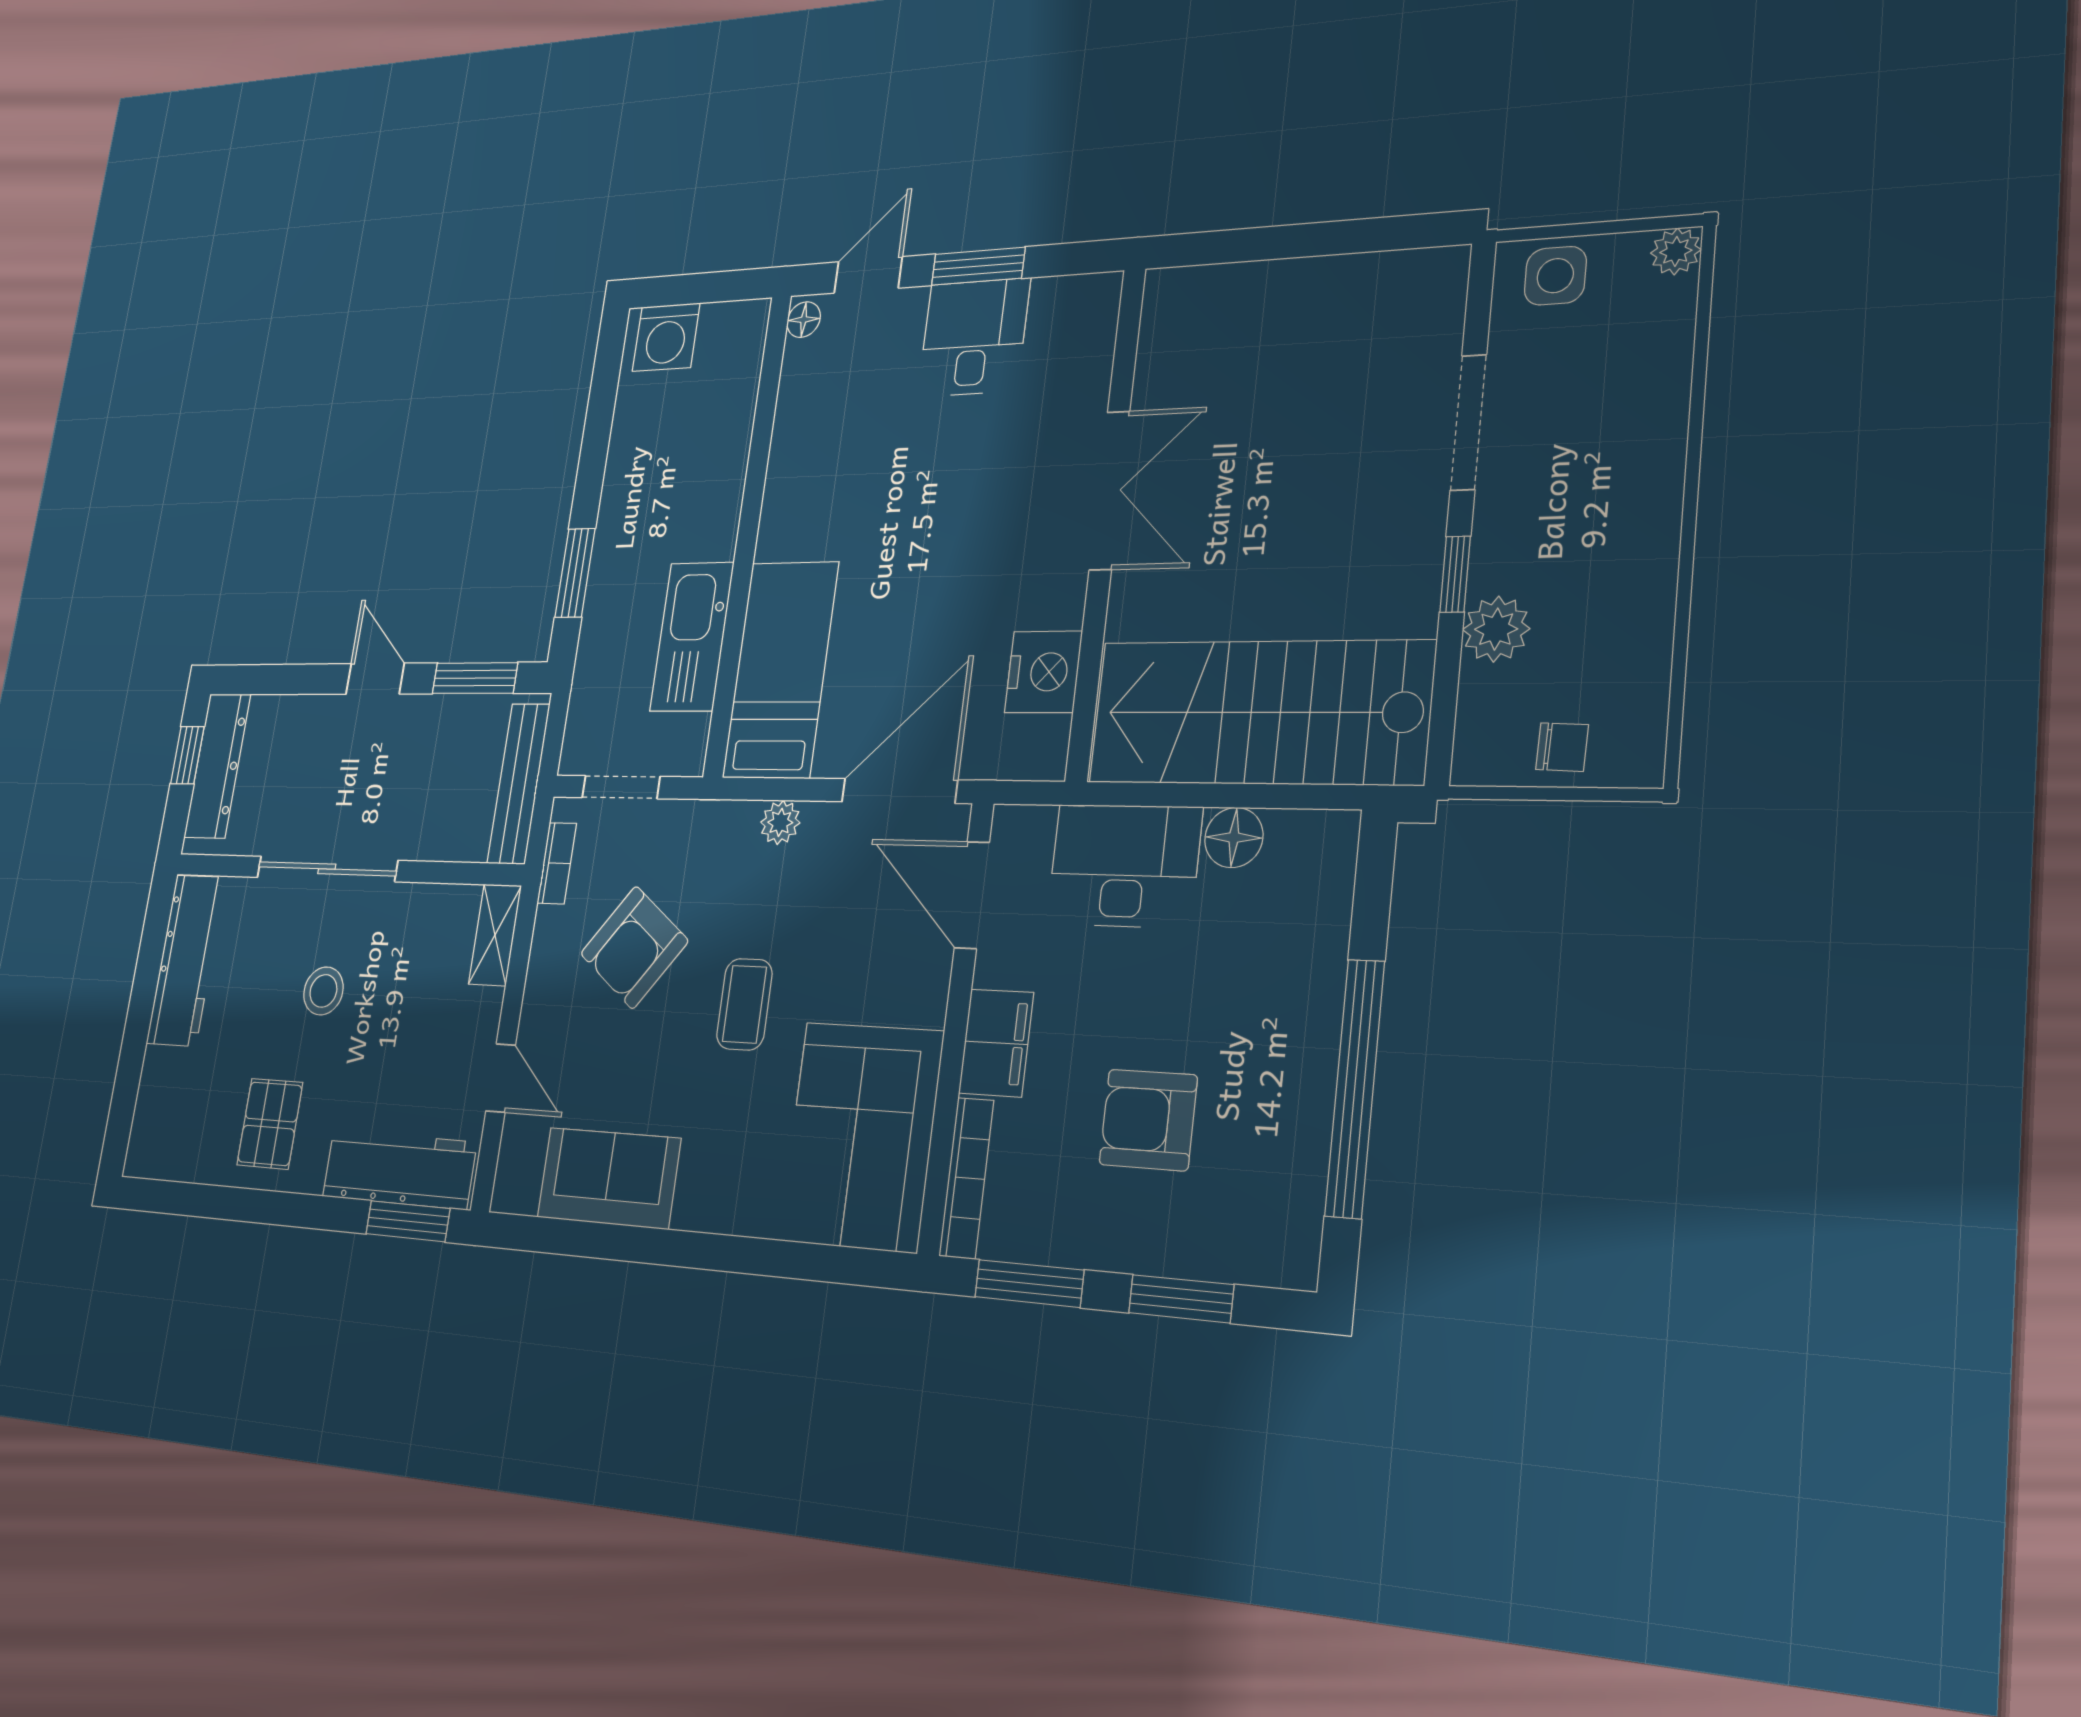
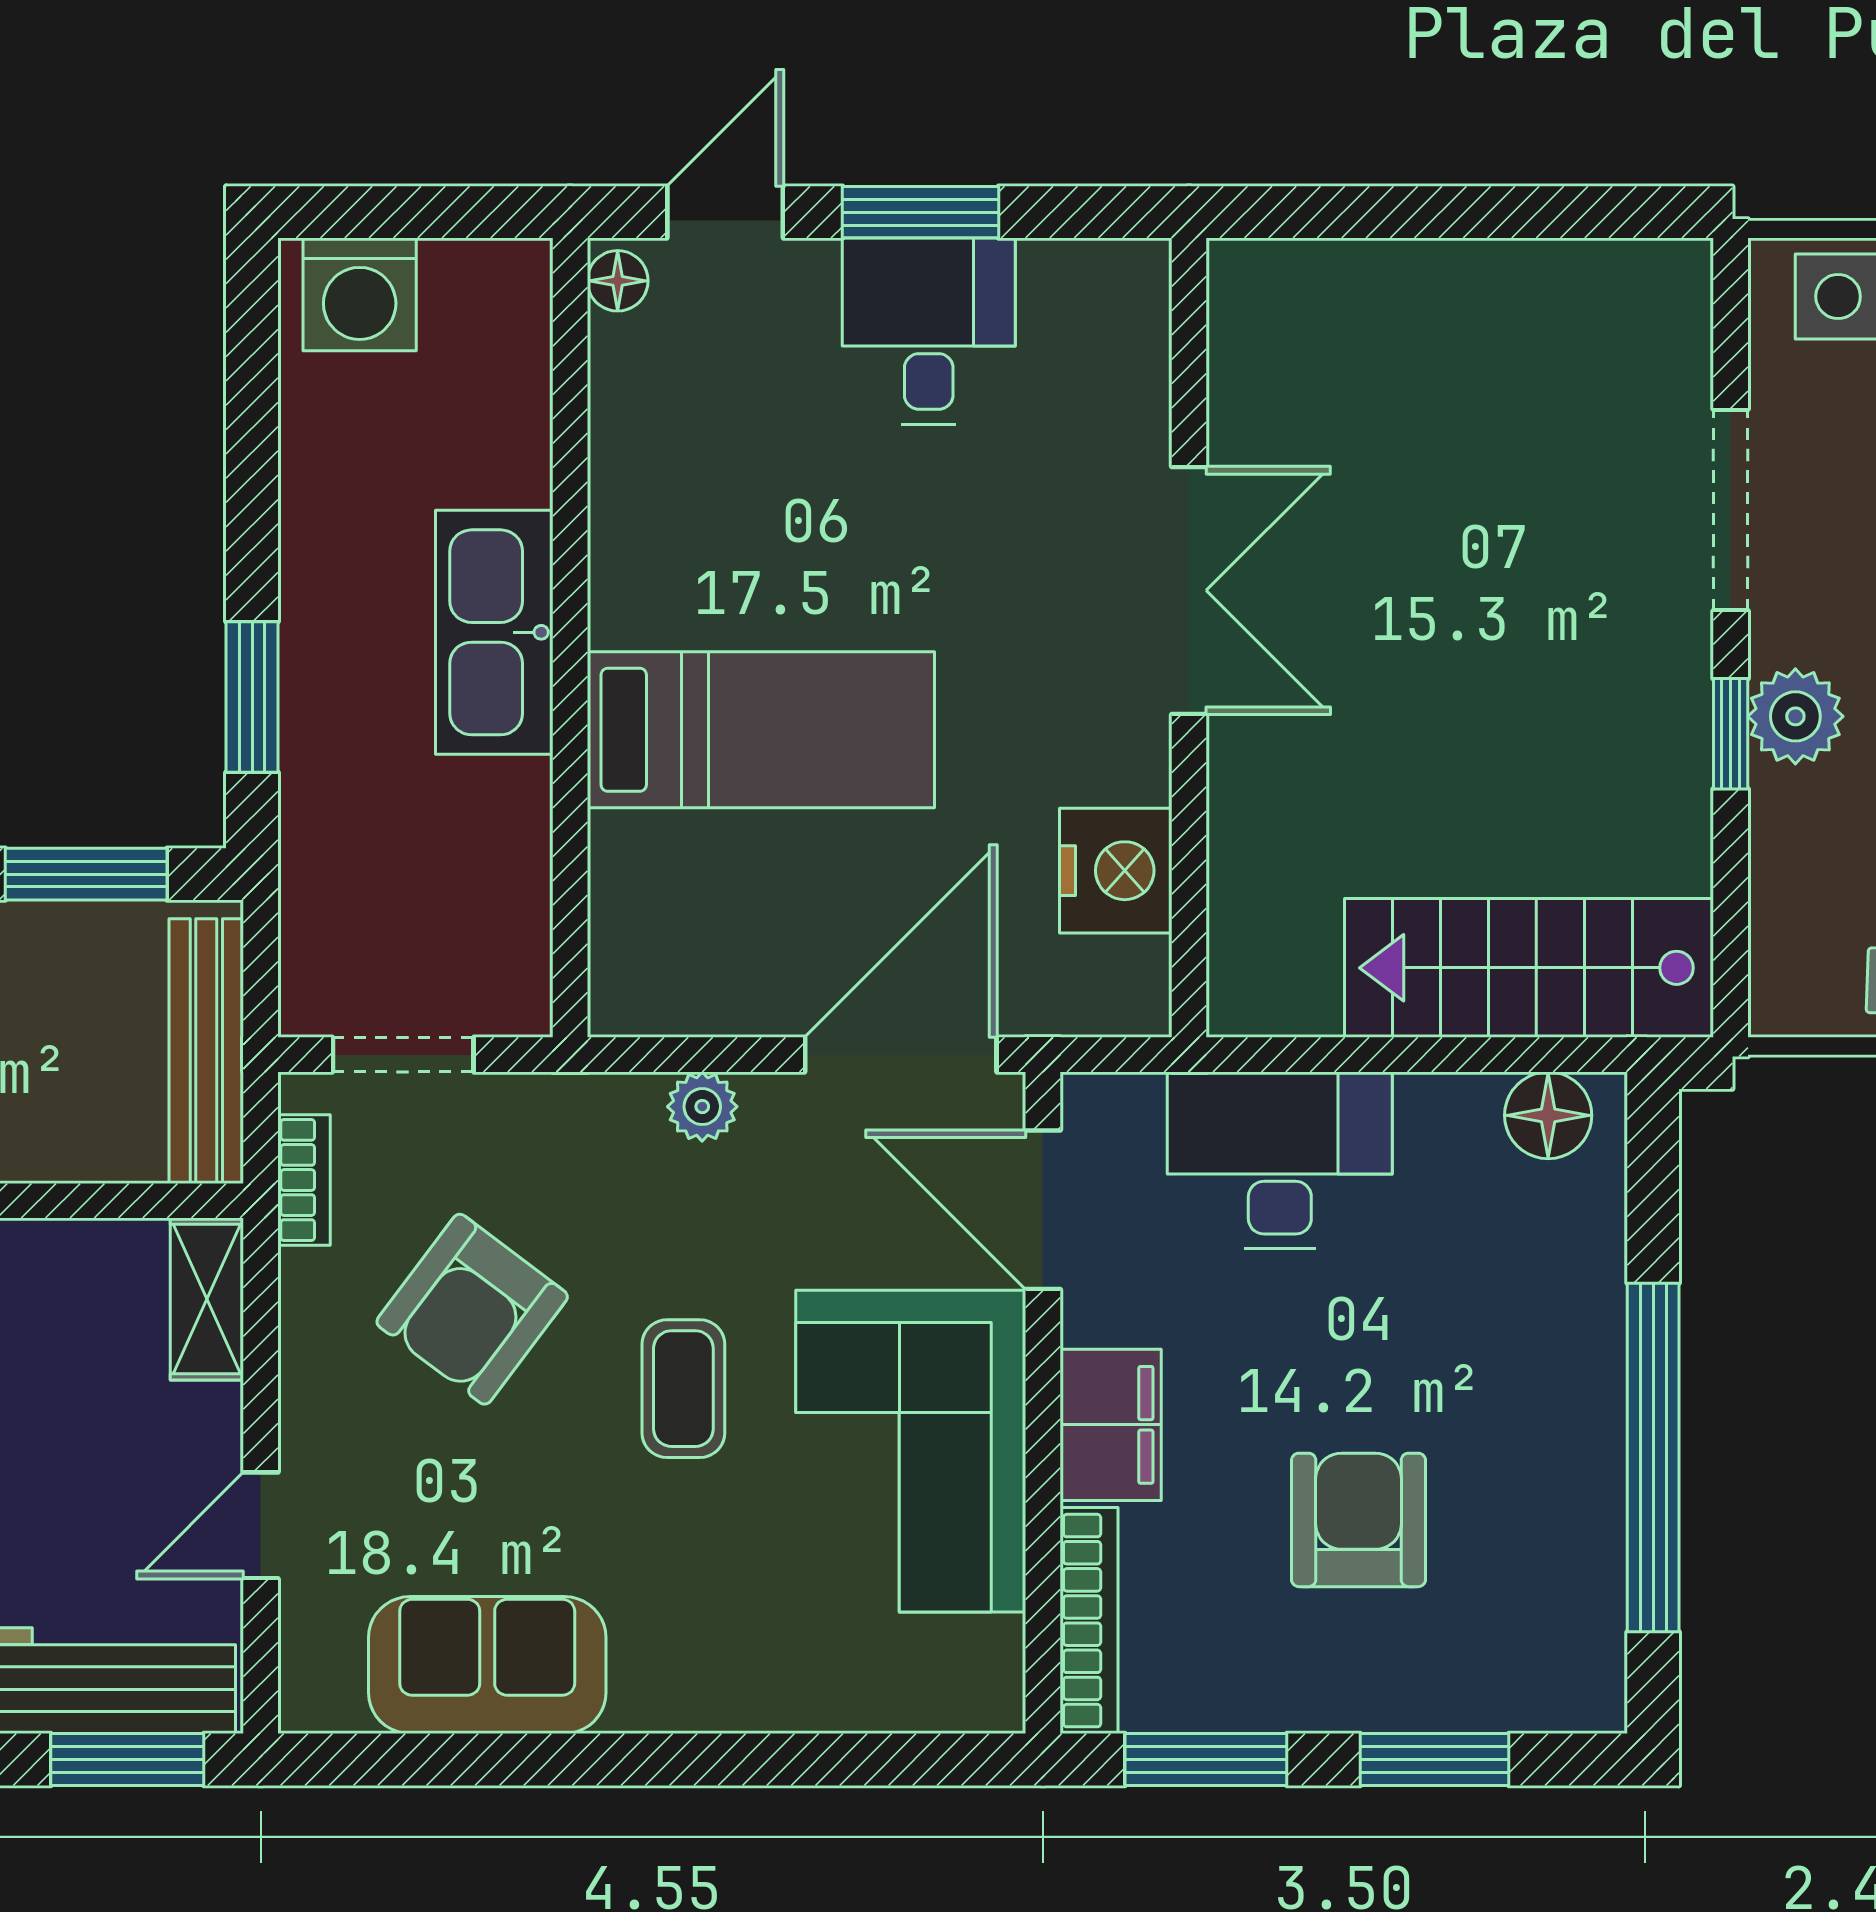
plant: (1496, 629) -> (1795, 716), moved
kitchen sink: (692, 637) -> (494, 632), moved
bed: (781, 670) -> (761, 730), moved, turned 90
stairs: (1260, 712) -> (1529, 968), width x0.73, depth x0.66
floor lamp: (1234, 838) -> (1548, 1115), moved
door: (501, 1078) -> (261, 1525), swing flipped
armchair: (1148, 1120) -> (1359, 1520), turned 90
corner sofa: (861, 1136) -> (911, 1451), moved

